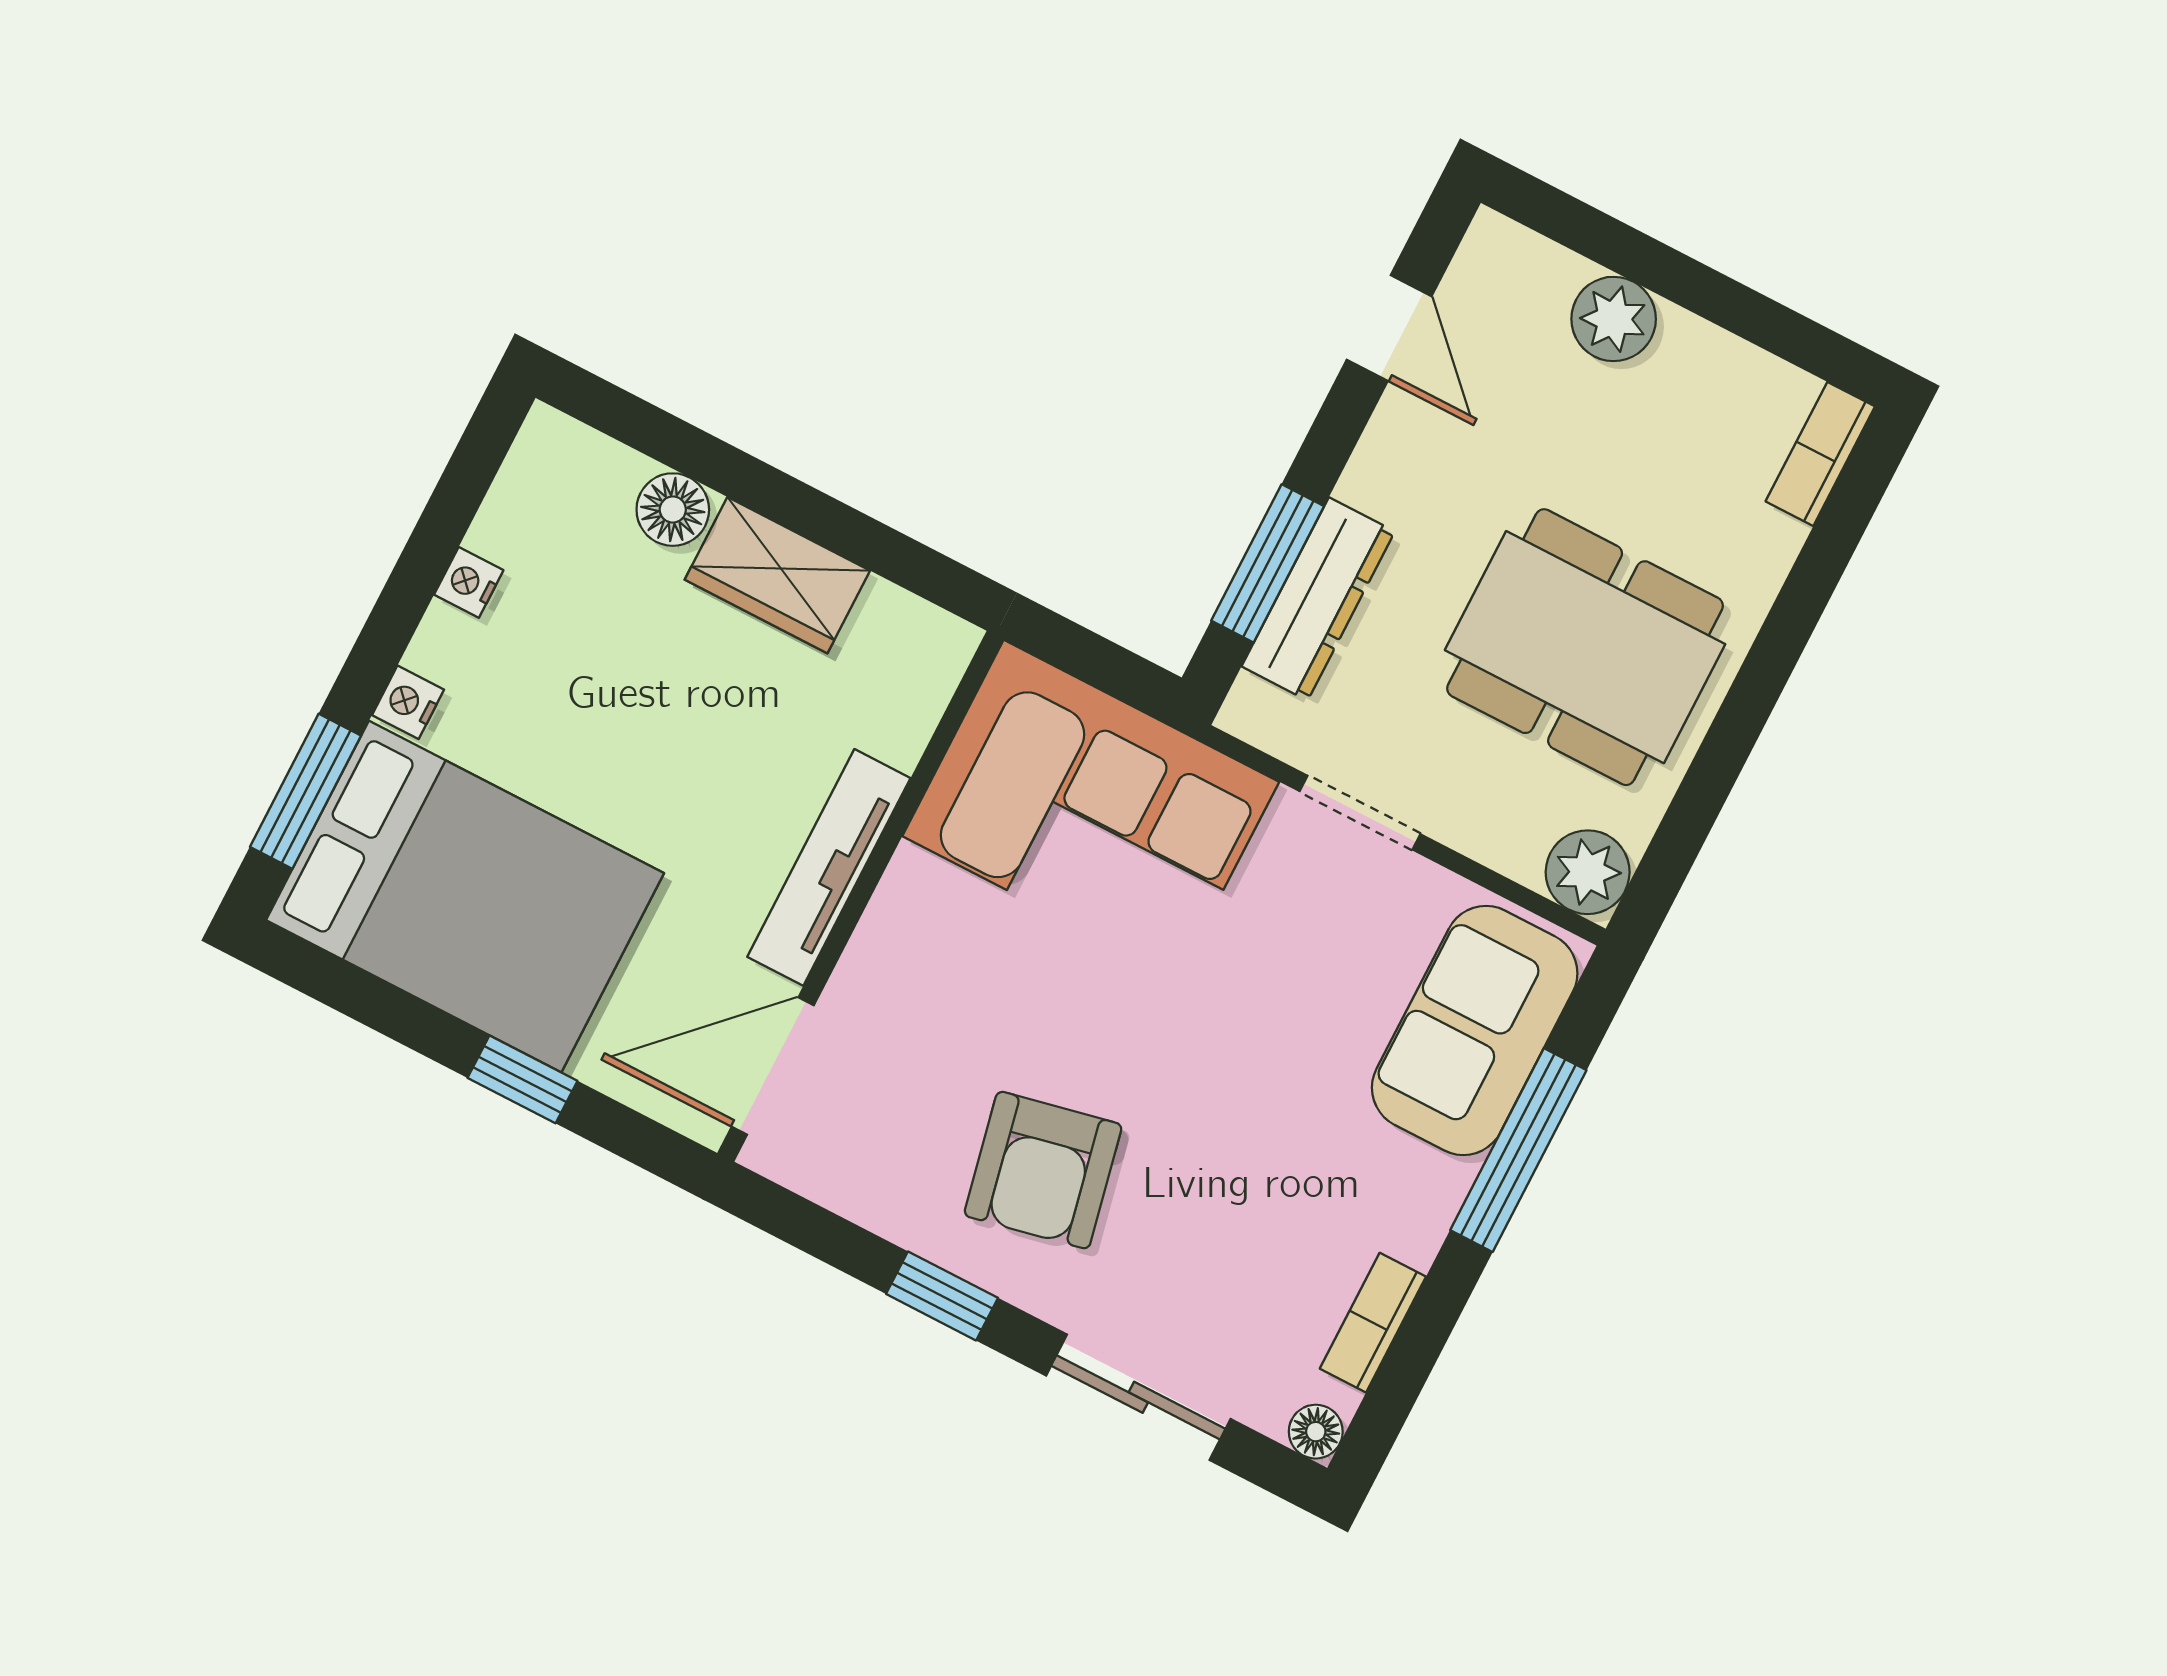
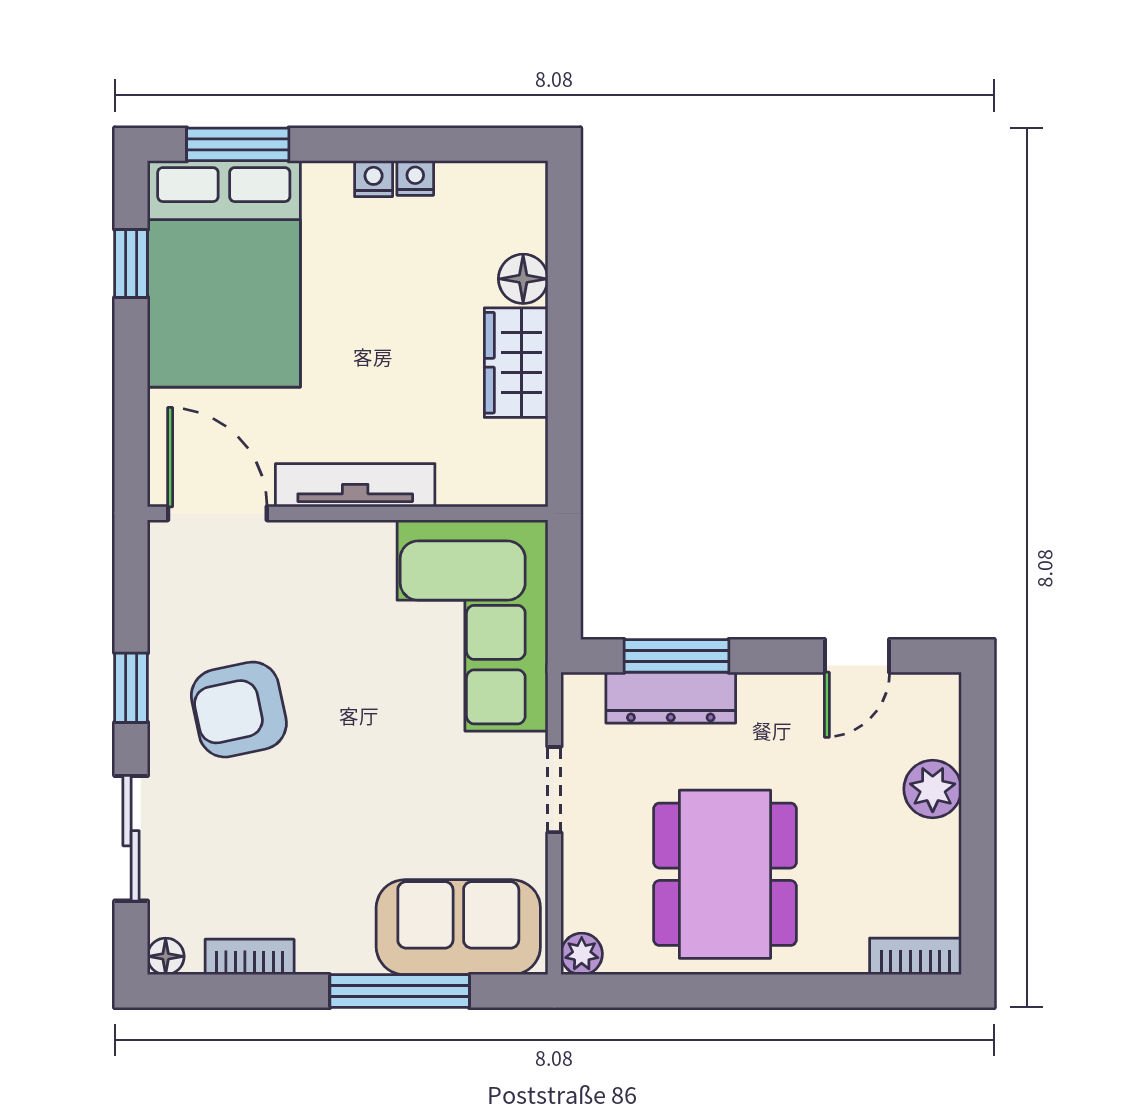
nightstand: (408, 702) -> (374, 179), moved
plant: (1588, 872) -> (582, 954), width x0.73, depth x0.73
window: (522, 1079) -> (131, 263), moved

